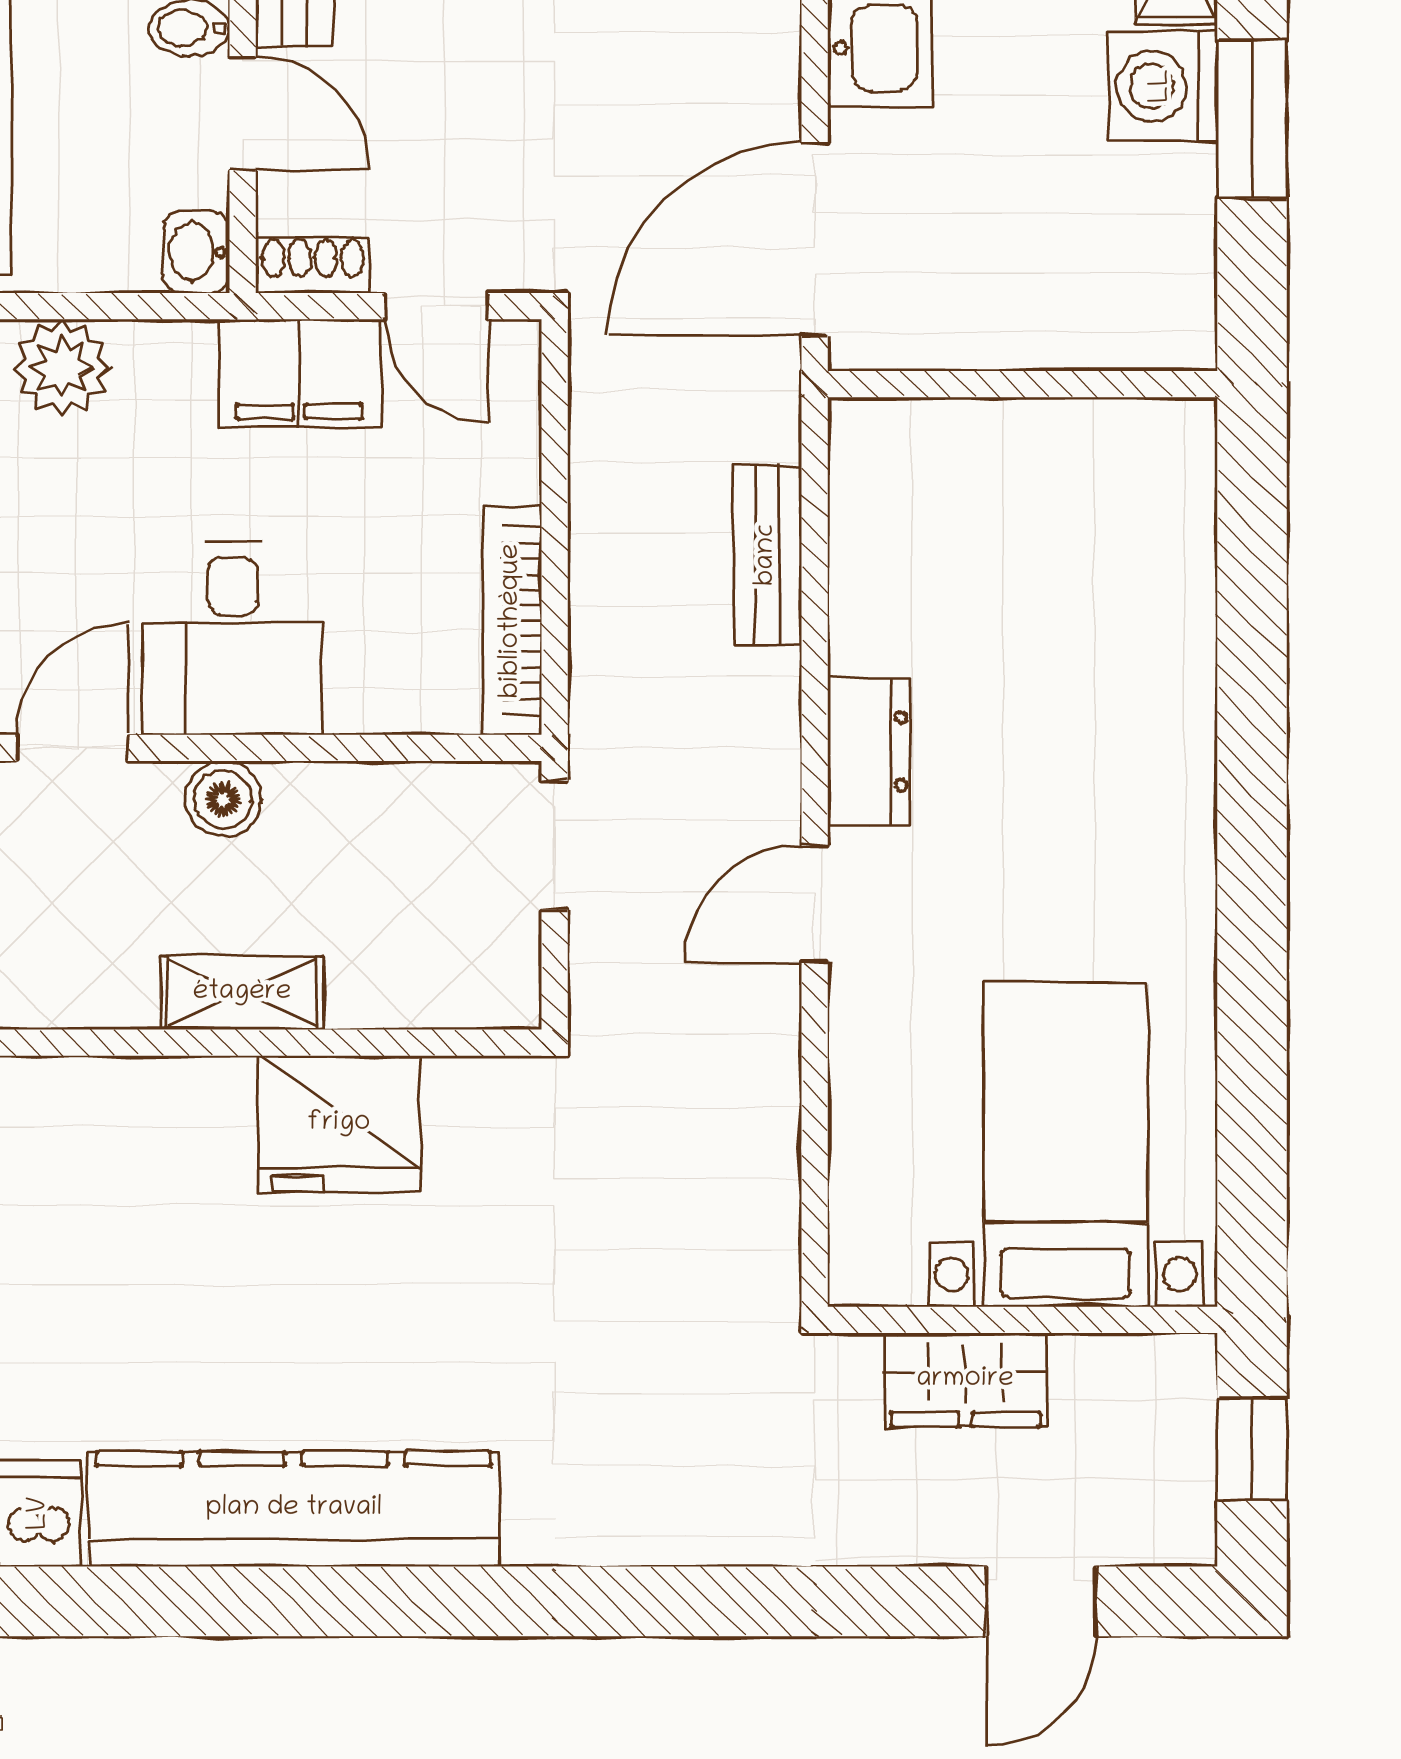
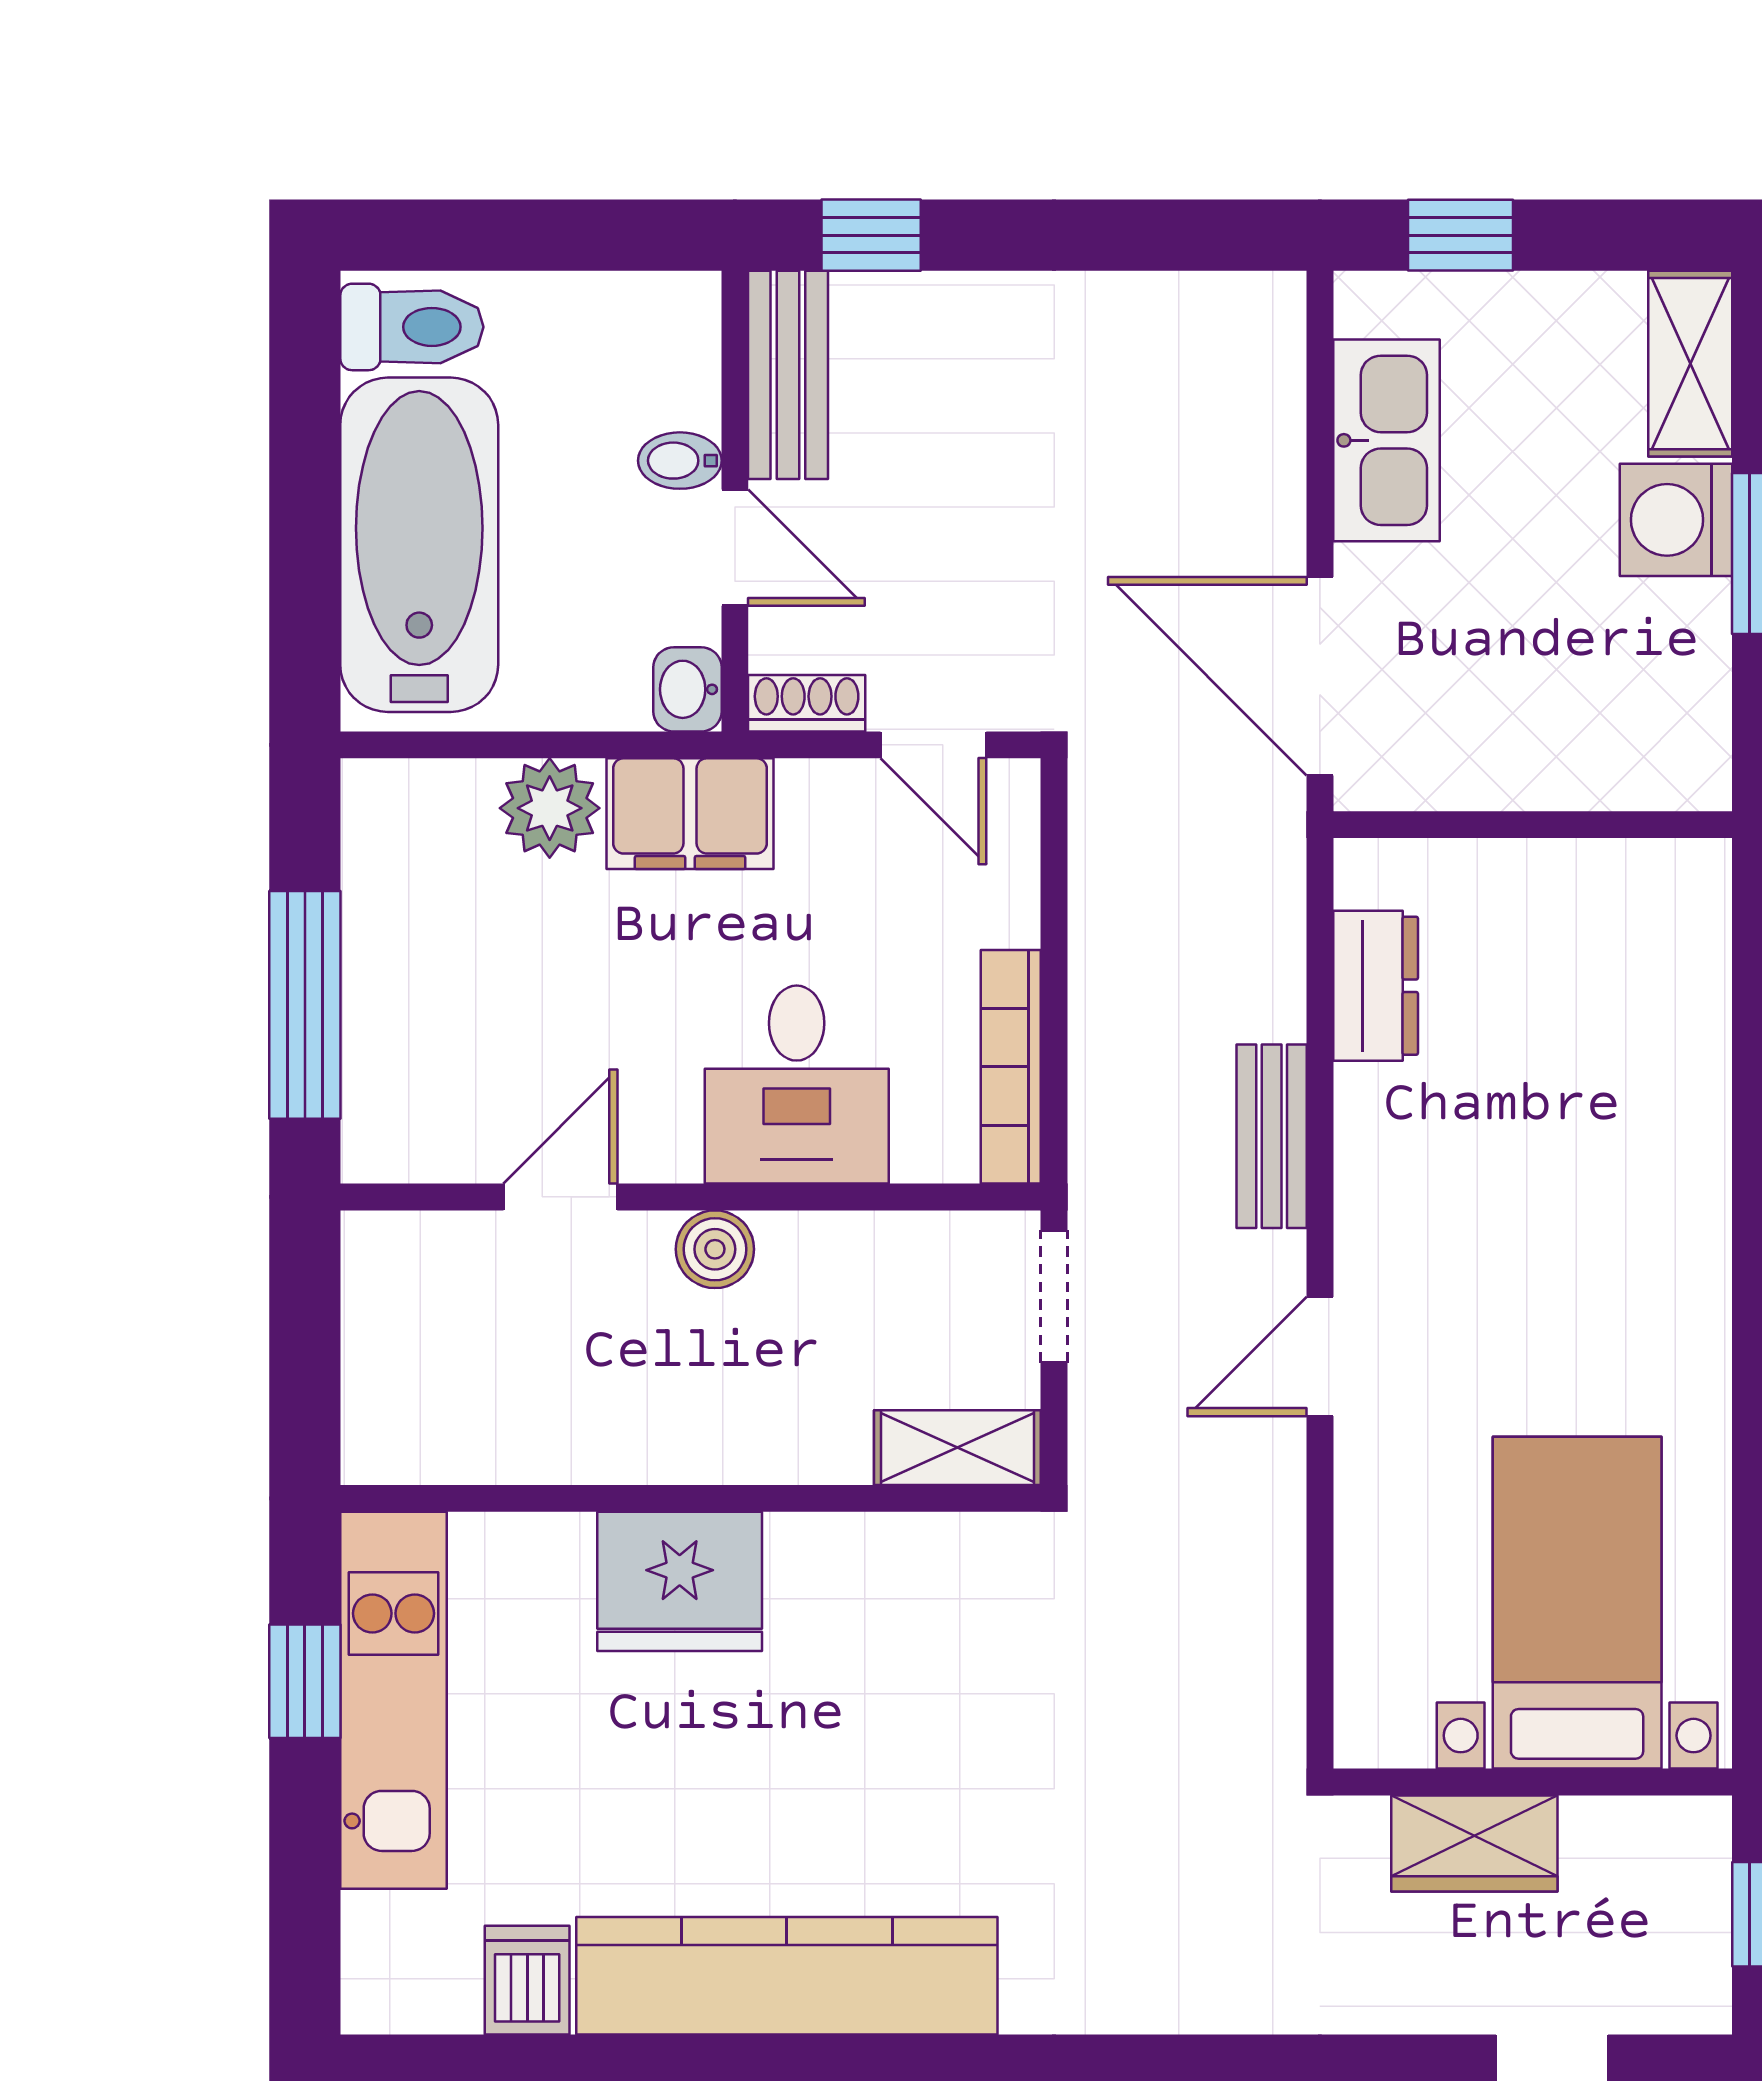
door: (815, 239) -> (1320, 676), hinge flipped
filing cabinet: (299, 373) -> (690, 814), moved
bench: (767, 555) -> (1272, 1136), moved
desk: (232, 638) -> (797, 1085), moved
dresser: (869, 752) -> (1376, 986), moved
shelving: (242, 993) -> (957, 1448), moved
fridge: (339, 1124) -> (680, 1581), moved

